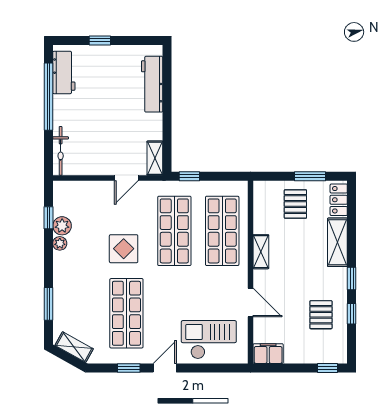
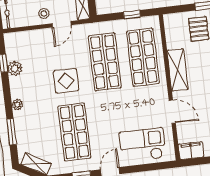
stool: (106, 162) -> (44, 14), added
window: (189, 176) -> (132, 14), moved
plant: (60, 243) -> (17, 105), moved
shelving: (261, 252) -> (178, 70), width x1.50, depth x1.33

